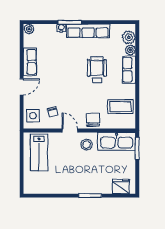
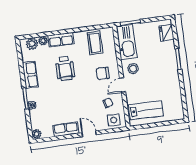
row of seats: (88, 31) -> (30, 75), width x0.68
wheelchair: (97, 70) -> (65, 68), turned -90
chair: (93, 120) -> (103, 73), moved

